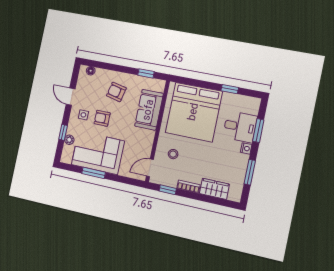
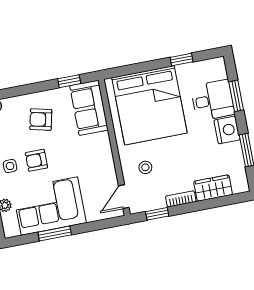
sofa: (149, 110) -> (89, 108), moved
nightstand: (246, 148) -> (227, 130), width x1.89, depth x1.79

